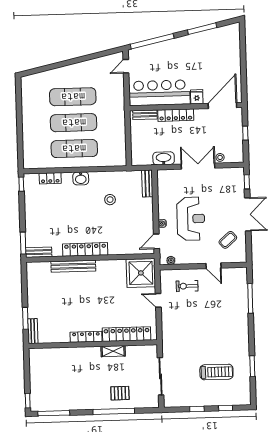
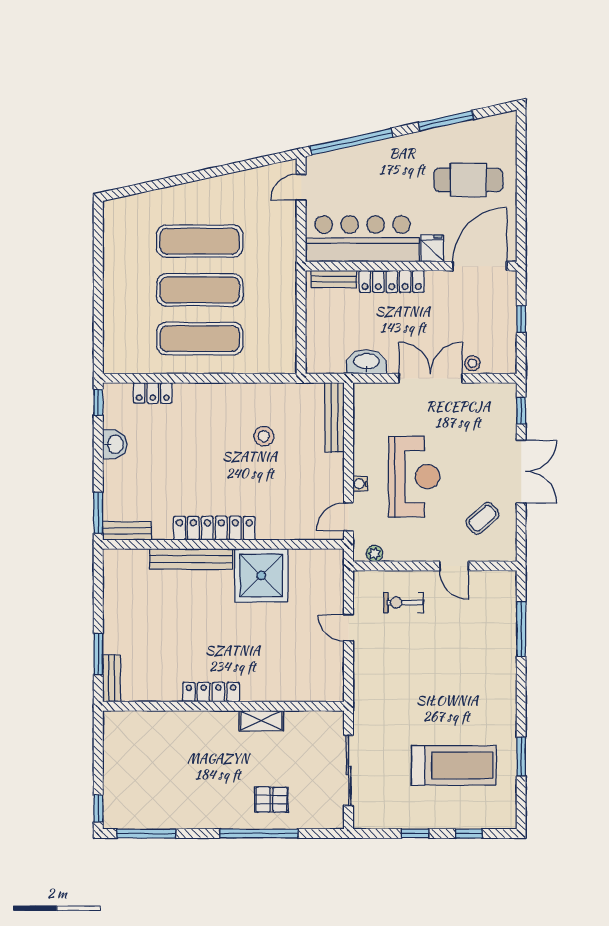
cafe table: (215, 60) -> (468, 180), added
washbasin: (81, 178) -> (115, 444), moved, turned -90
bench: (147, 183) -> (335, 417), width x1.36
shower: (141, 273) -> (261, 575), moved
locker: (127, 334) -> (287, 689), removed
treadmill: (216, 372) -> (454, 765), width x1.37, depth x1.38

